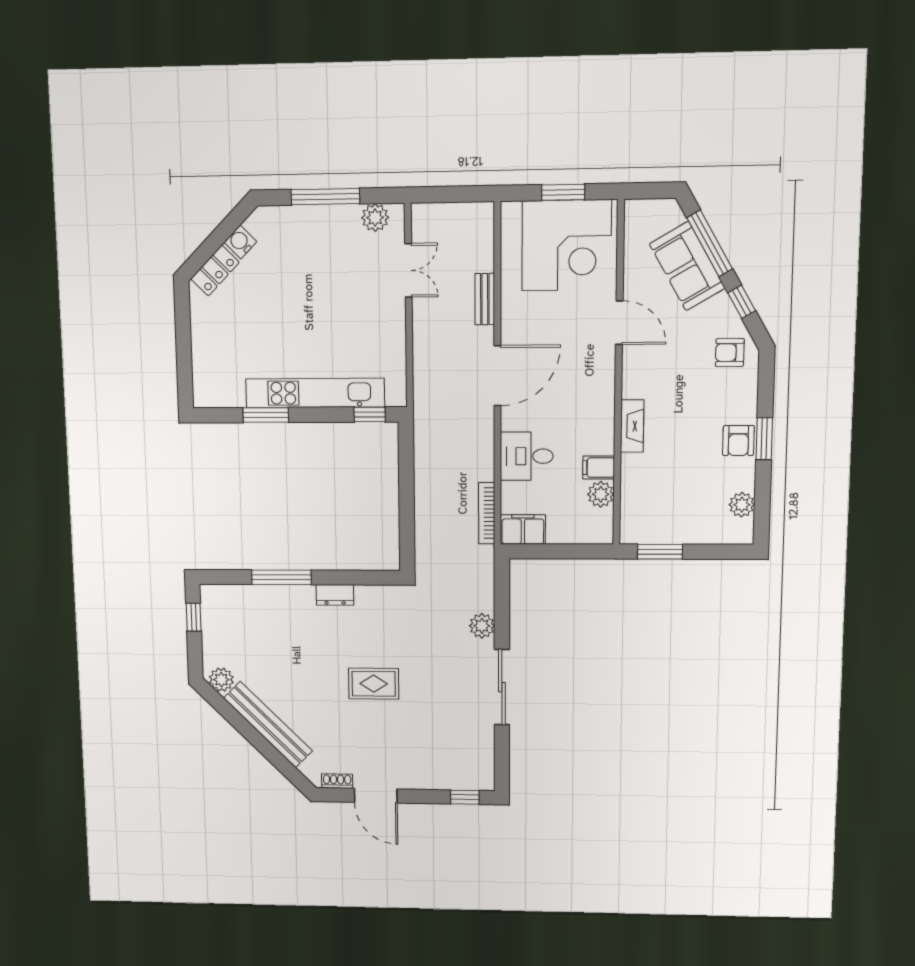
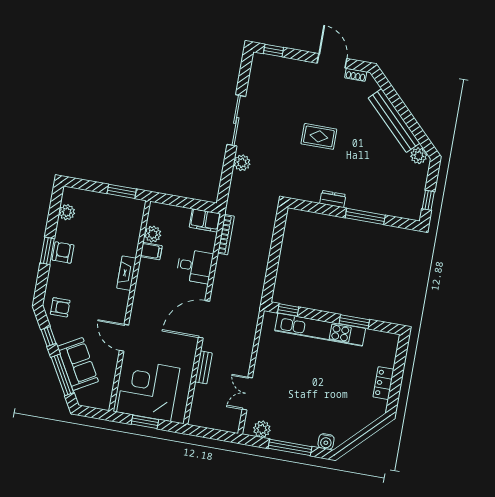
water cooler: (240, 242) -> (326, 442), moved, turned 45
locker: (215, 271) -> (383, 383), moved, turned -45

